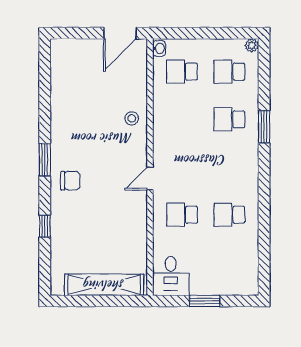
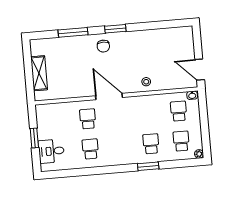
door: (150, 179) -> (109, 97), width x1.87
window: (45, 226) -> (73, 32), width x2.17
desk: (171, 276) -> (51, 151), moved
shelving: (104, 285) -> (39, 73), width x0.68

